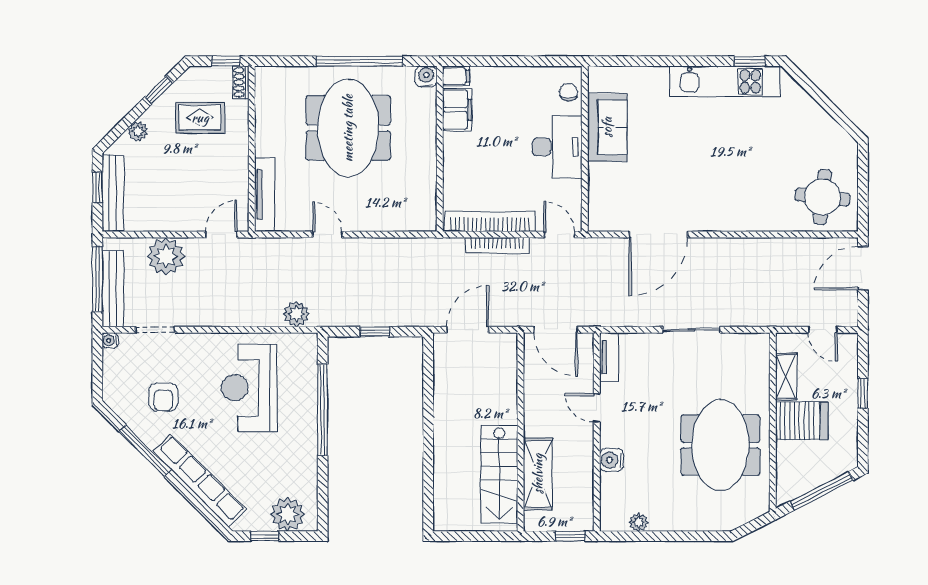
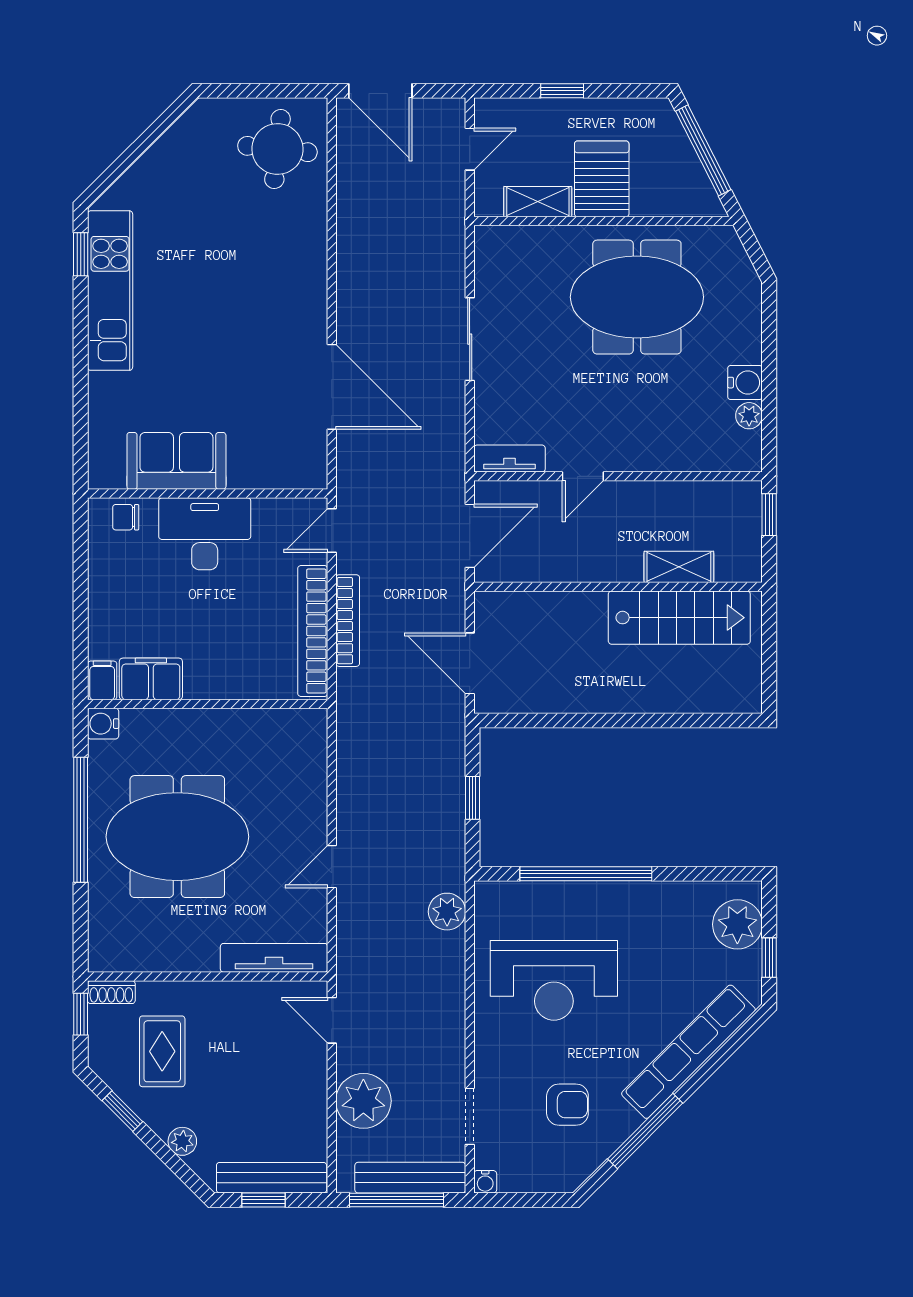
water cooler: (611, 460) -> (745, 383), moved, turned -90
shelving: (538, 474) -> (679, 567), width x0.67, depth x0.75

